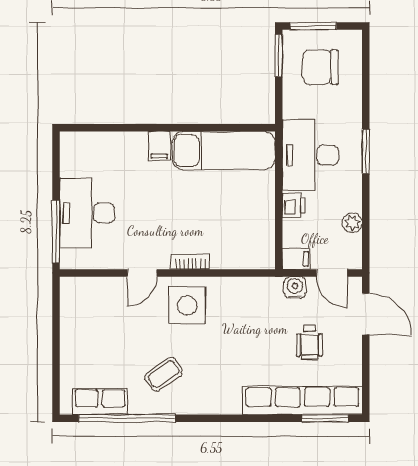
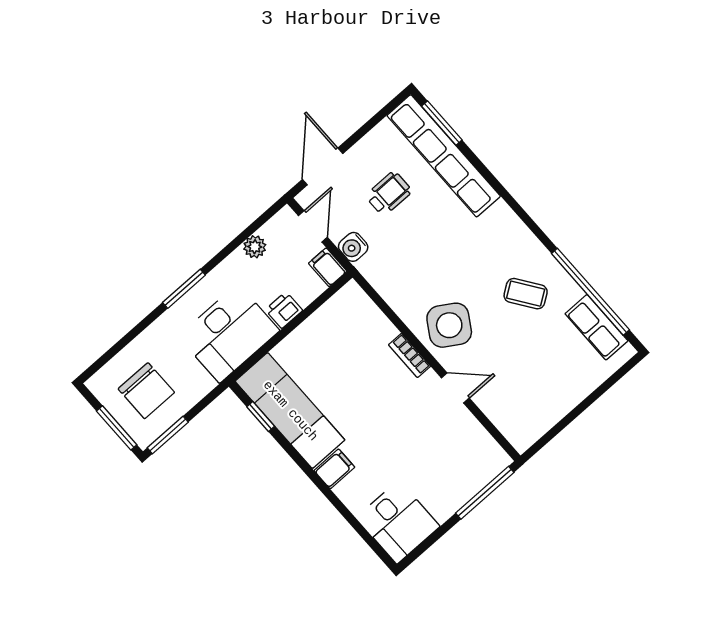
window: (237, 128) -> (261, 416), added
desk: (87, 213) -> (398, 522), moved, width x0.73
side table: (187, 305) -> (449, 325), turned 32

